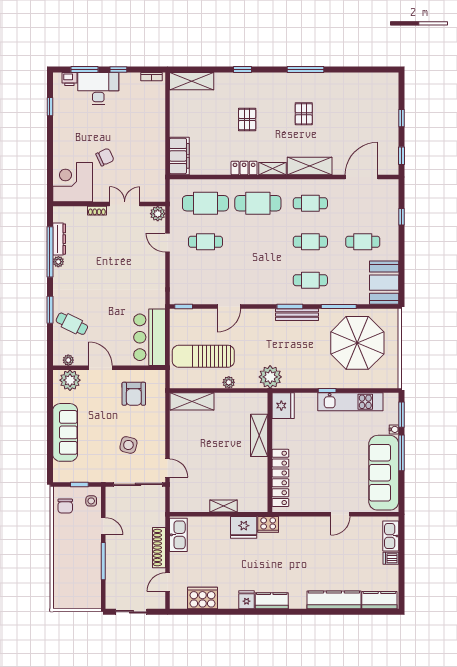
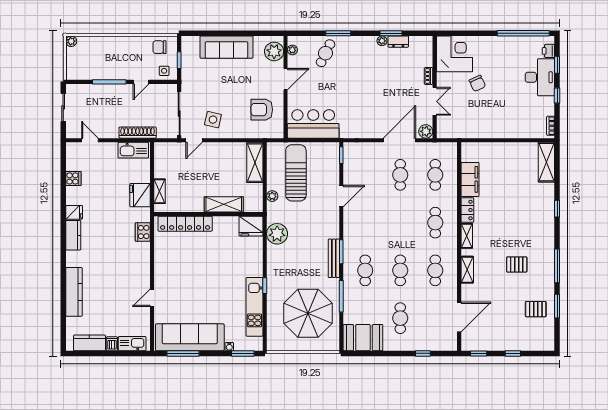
window: (85, 70) -> (557, 65), width x0.67
window: (350, 70) -> (557, 306), added
window: (50, 107) -> (523, 33), width x3.17
pallet: (247, 119) -> (536, 309), moved
filing cabinet: (179, 156) -> (470, 179), moved, turned -90
shelving: (310, 166) -> (467, 270), width x0.67, depth x0.75
door: (362, 177) -> (459, 317), hinge flipped
cafe table: (205, 203) -> (435, 175), width x0.73, depth x0.74
cafe table: (258, 203) -> (435, 223), width x0.73, depth x0.74
dresser: (59, 239) -> (398, 42), width x0.70
door: (167, 243) -> (399, 140), width x1.87
window: (50, 252) -> (391, 33), width x0.47
door: (229, 306) -> (341, 196), swing flipped
fridge: (283, 406) -> (251, 226), moved
shelving: (259, 435) -> (224, 204), moved
side table: (128, 445) -> (213, 120), moved
wall: (270, 452) -> (208, 214), moved
window: (402, 453) -> (183, 353), moved
locker: (280, 478) -> (185, 224), moved
door: (340, 514) -> (152, 298), hinge flipped
fridge: (244, 527) -> (140, 195), moved
shoe rack: (159, 548) -> (138, 133), moved
cooker: (203, 598) -> (73, 178), width x0.53, depth x0.76
kitchen counter: (379, 600) -> (89, 343), moved, turned -90
plant: (59, 603) -> (71, 41), added

